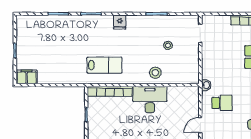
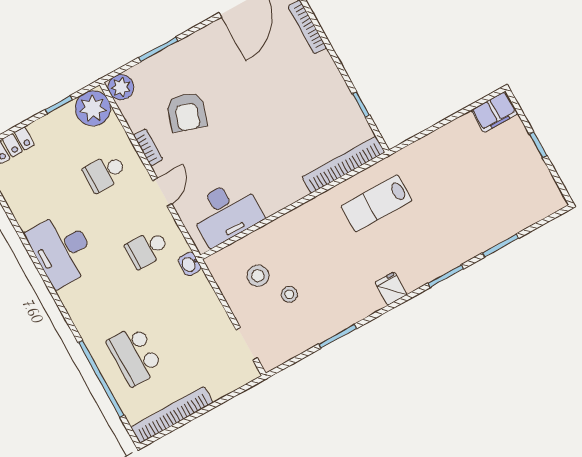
stool: (155, 73) -> (258, 276), moved
desk: (150, 100) -> (226, 212), moved

